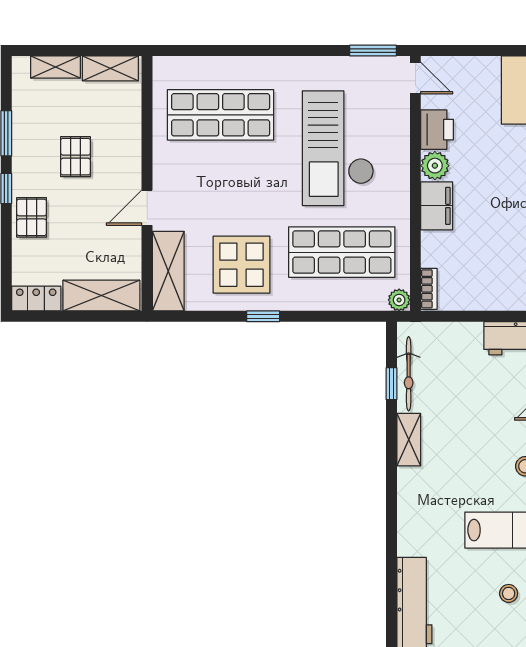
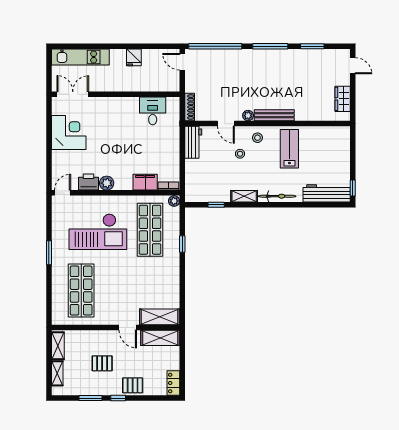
window: (373, 51) -> (49, 253), moved
filing cabinet: (437, 206) -> (145, 182), moved
display table: (241, 265) -> (156, 280), removed
shelving: (101, 296) -> (160, 338), moved, turned 90
window: (263, 316) -> (182, 244), moved
bicycle: (409, 374) -> (277, 196), moved
stool: (509, 593) -> (240, 154), moved

